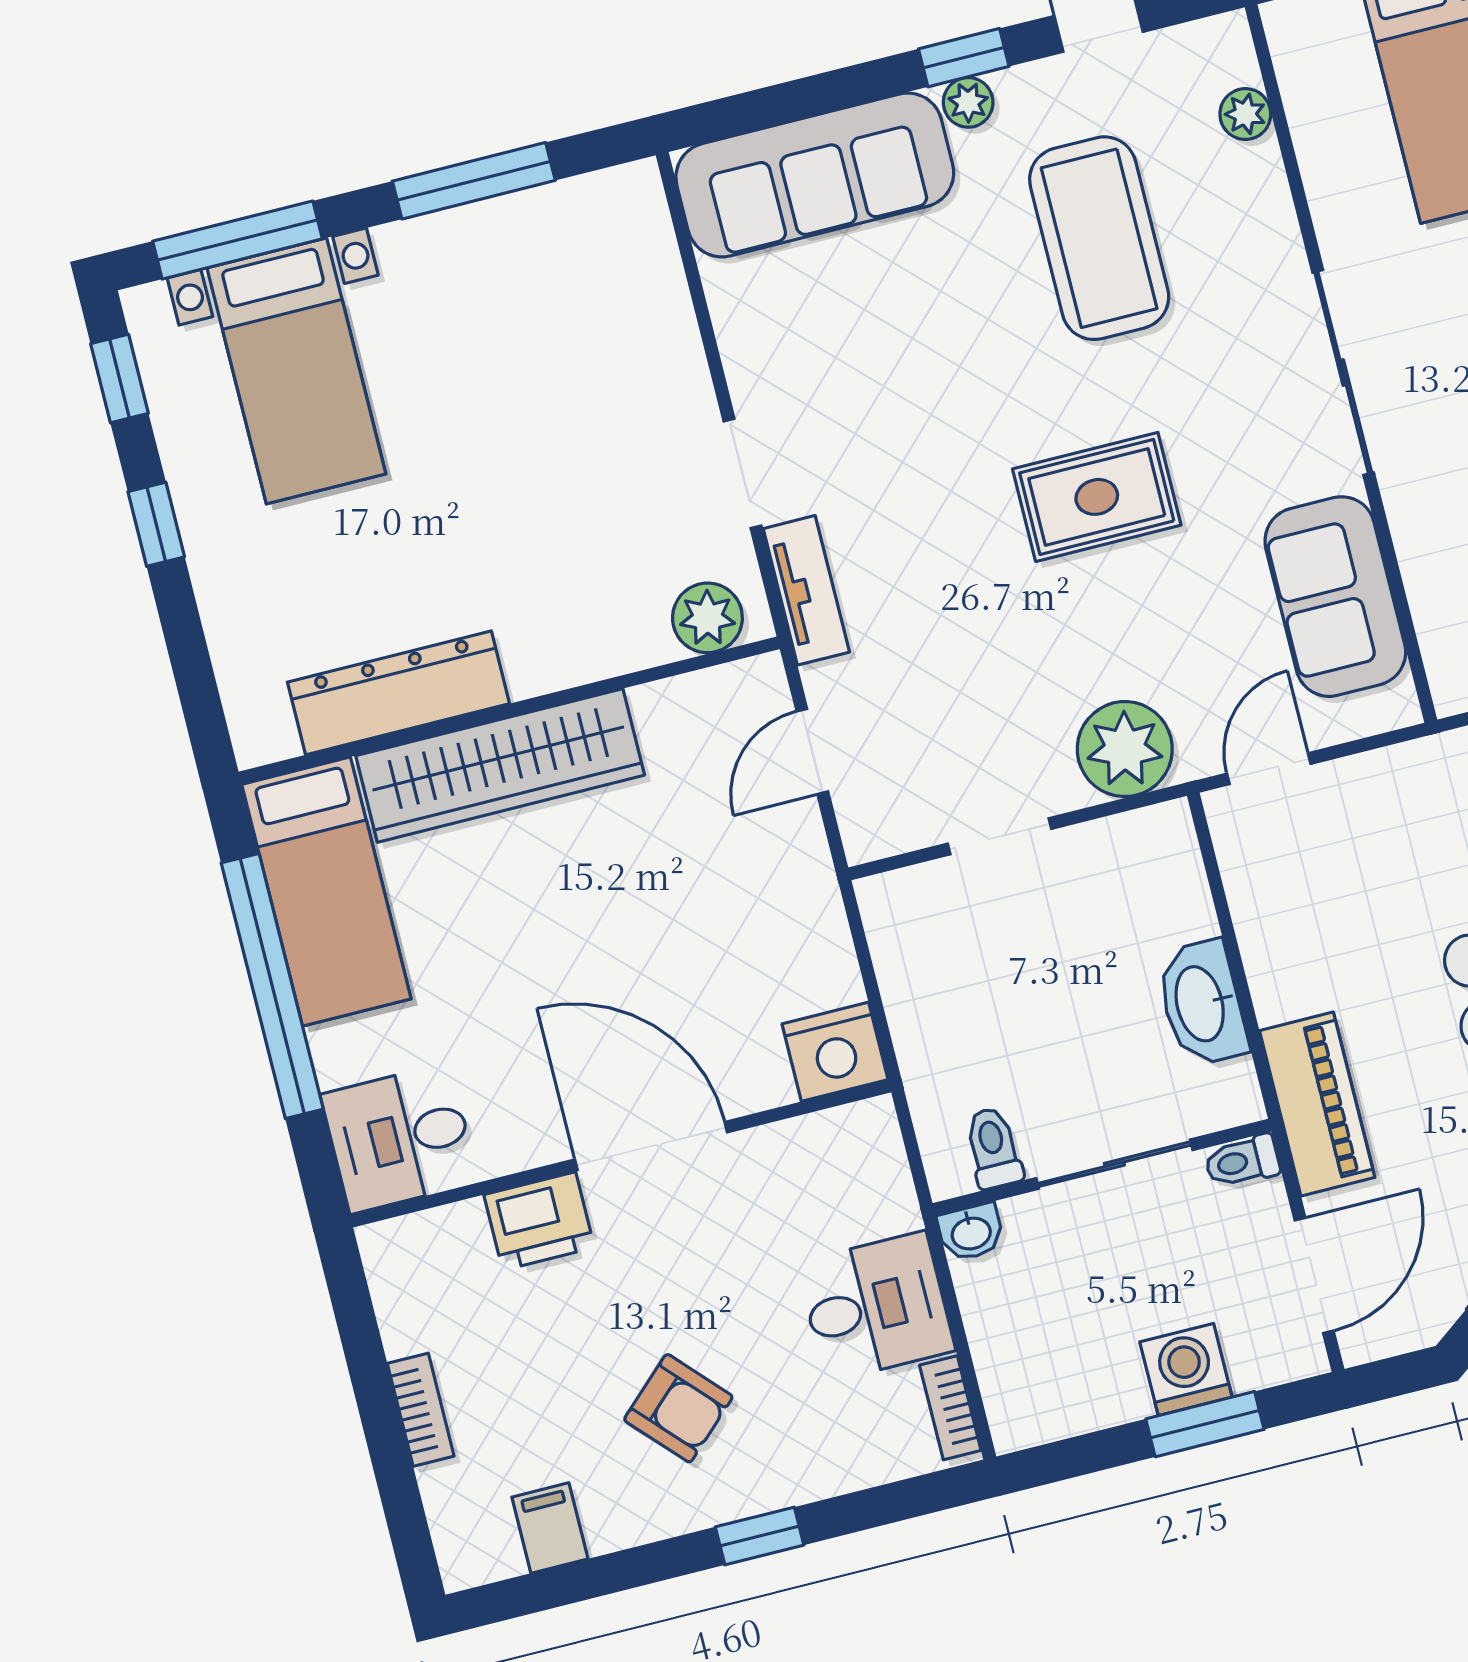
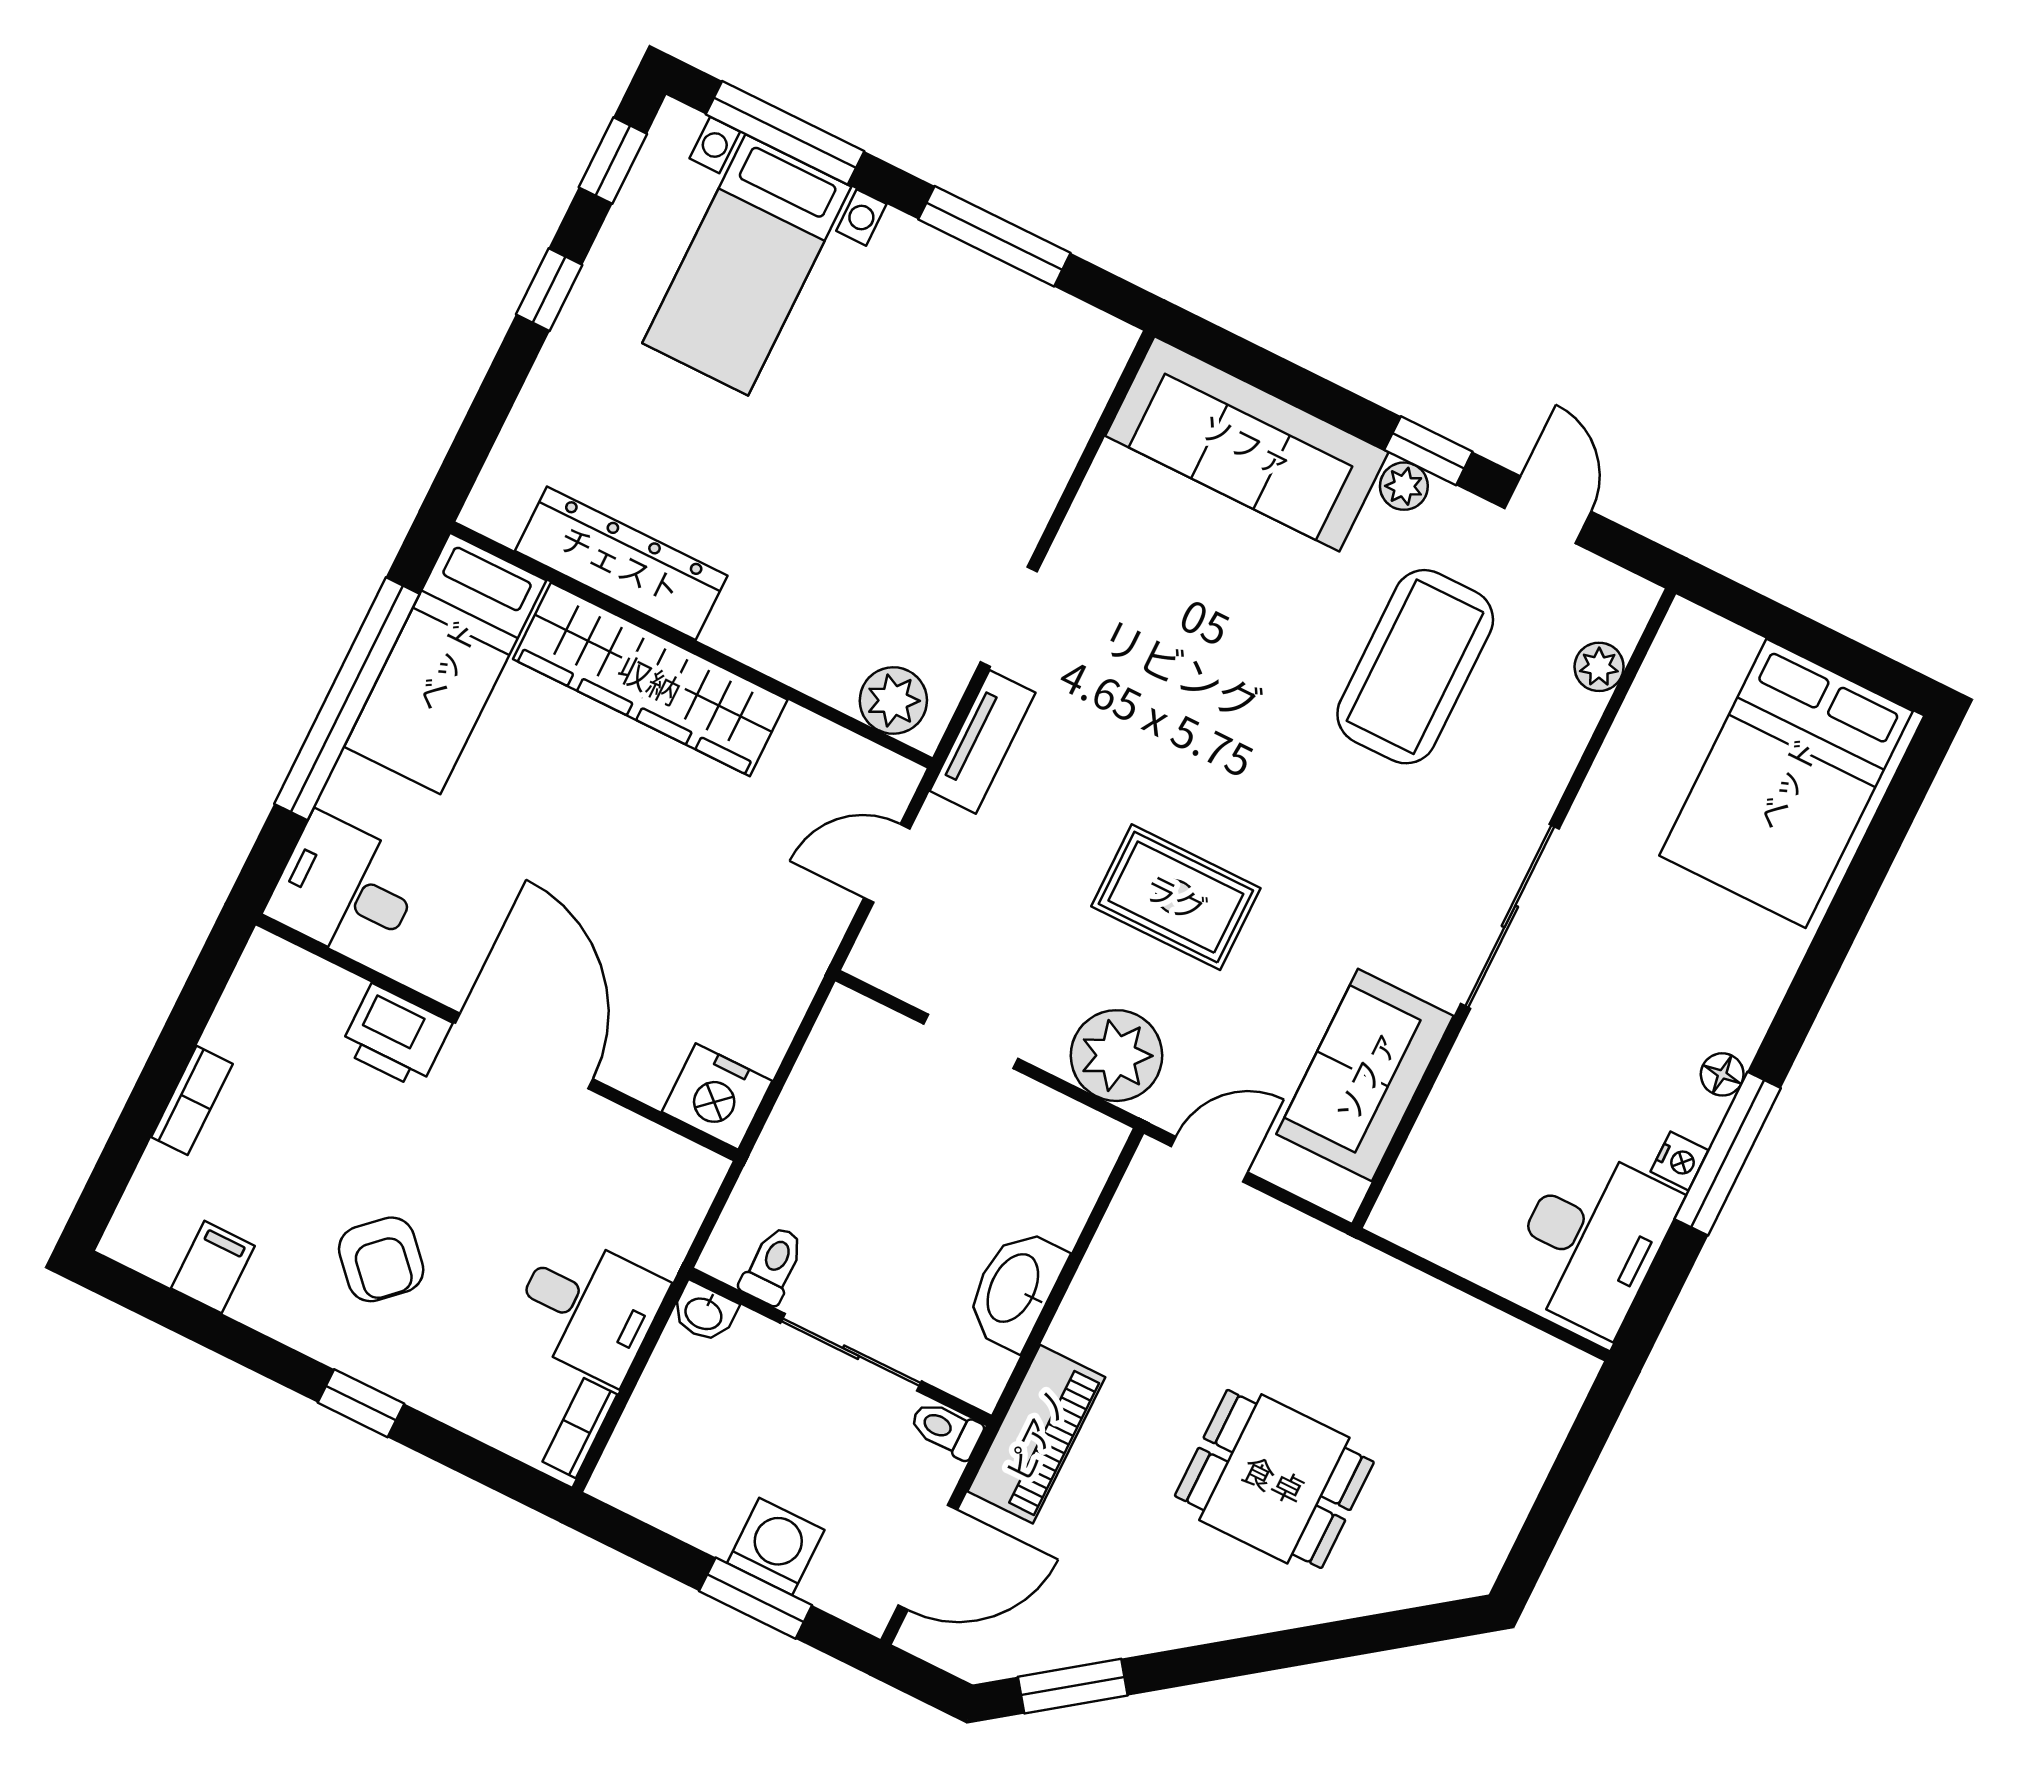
rug: (1097, 497) -> (1176, 897), moved

